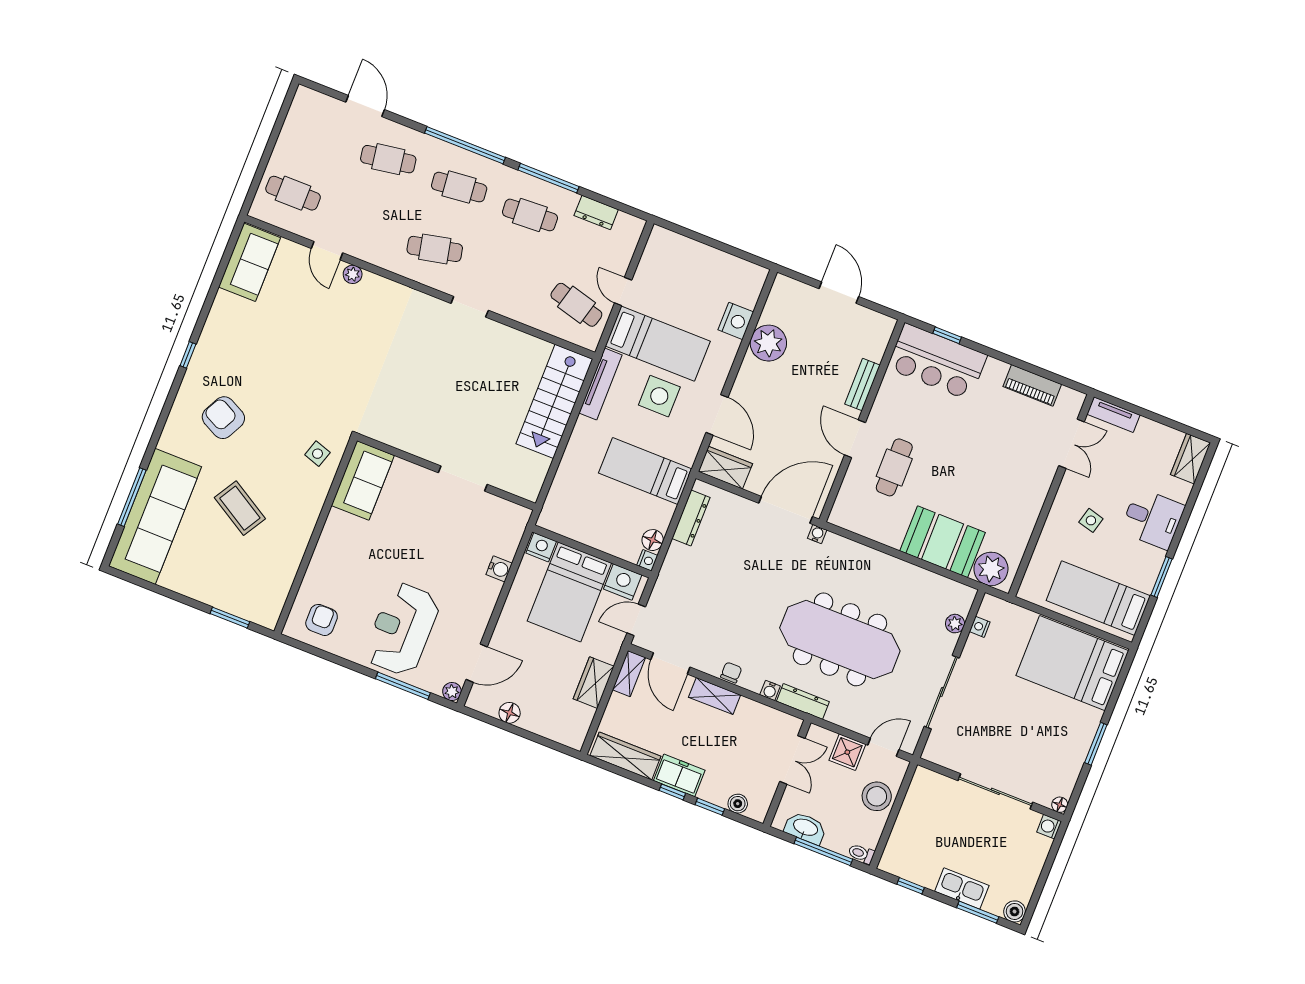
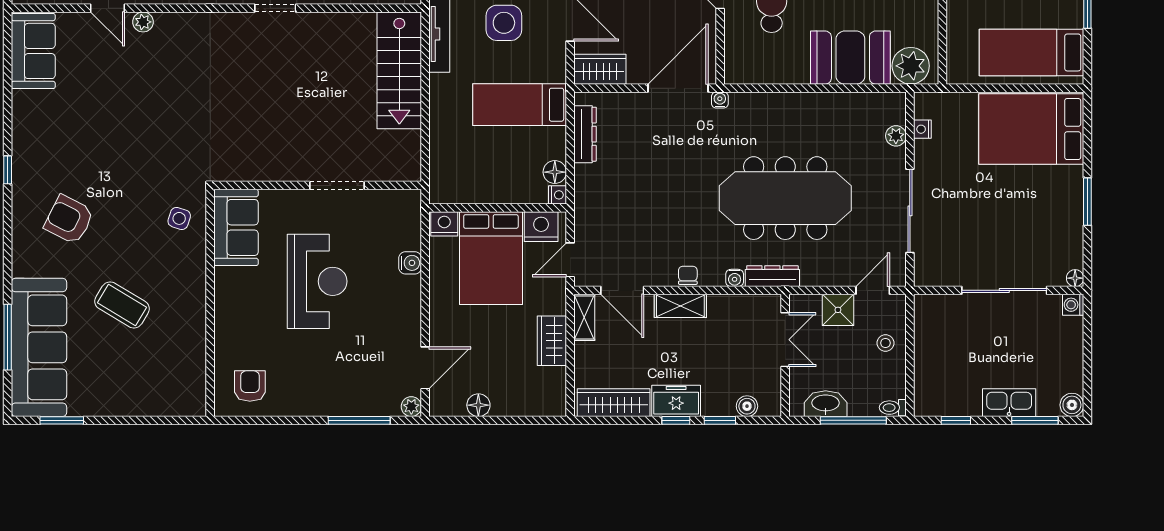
window: (230, 618) -> (62, 420), moved
reception desk: (402, 629) -> (317, 281), moved, turned 180
stool: (877, 796) -> (885, 343), width x0.53, depth x0.53

